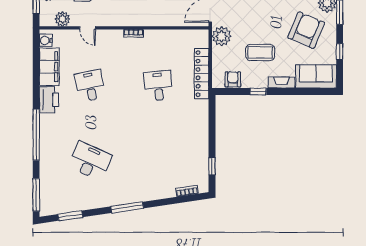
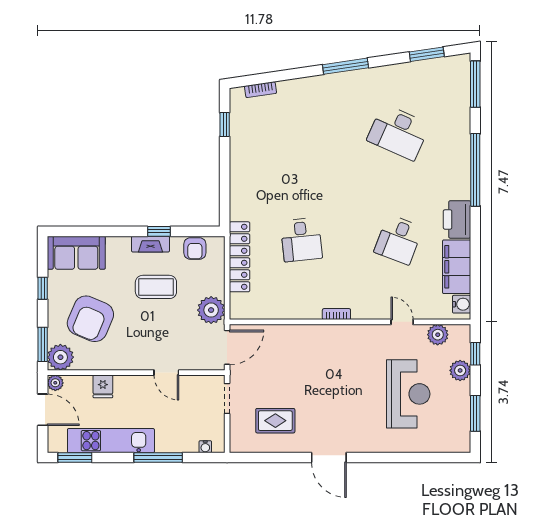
fireplace: (281, 83) -> (151, 244), moved
desk: (90, 86) -> (398, 240), turned 33

